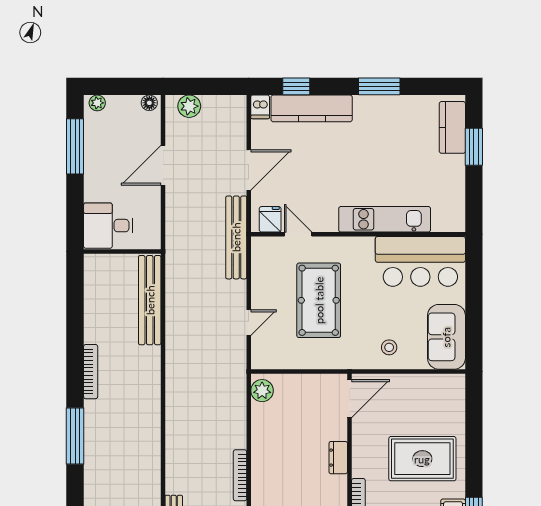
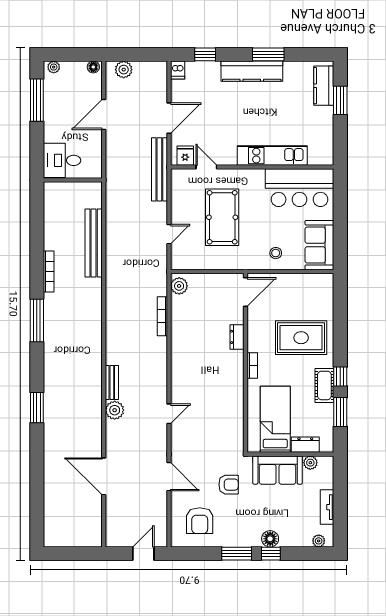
kitchen counter: (312, 108) -> (252, 71), moved
bench: (150, 300) -> (94, 243), moved
bookcase: (240, 475) -> (162, 316), moved

